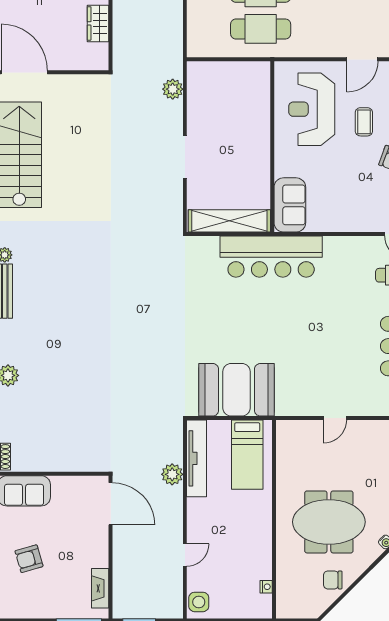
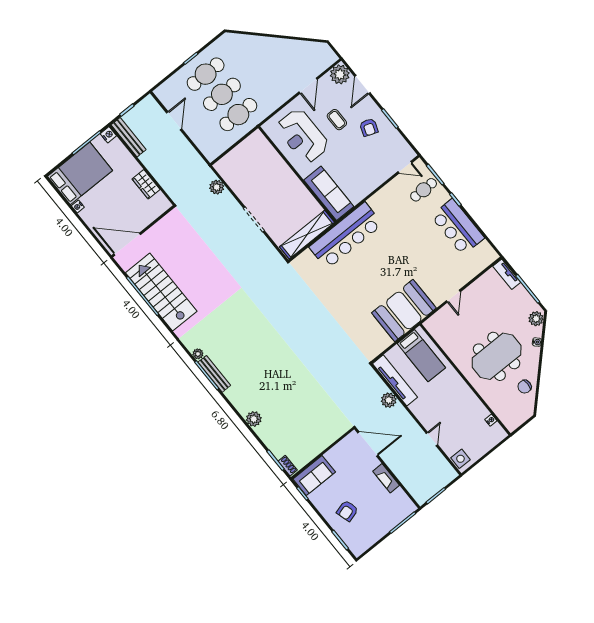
sofa: (290, 205) -> (329, 193), width x1.36
booth: (237, 390) -> (404, 310), moved
fireplace: (100, 588) -> (386, 478), moved

